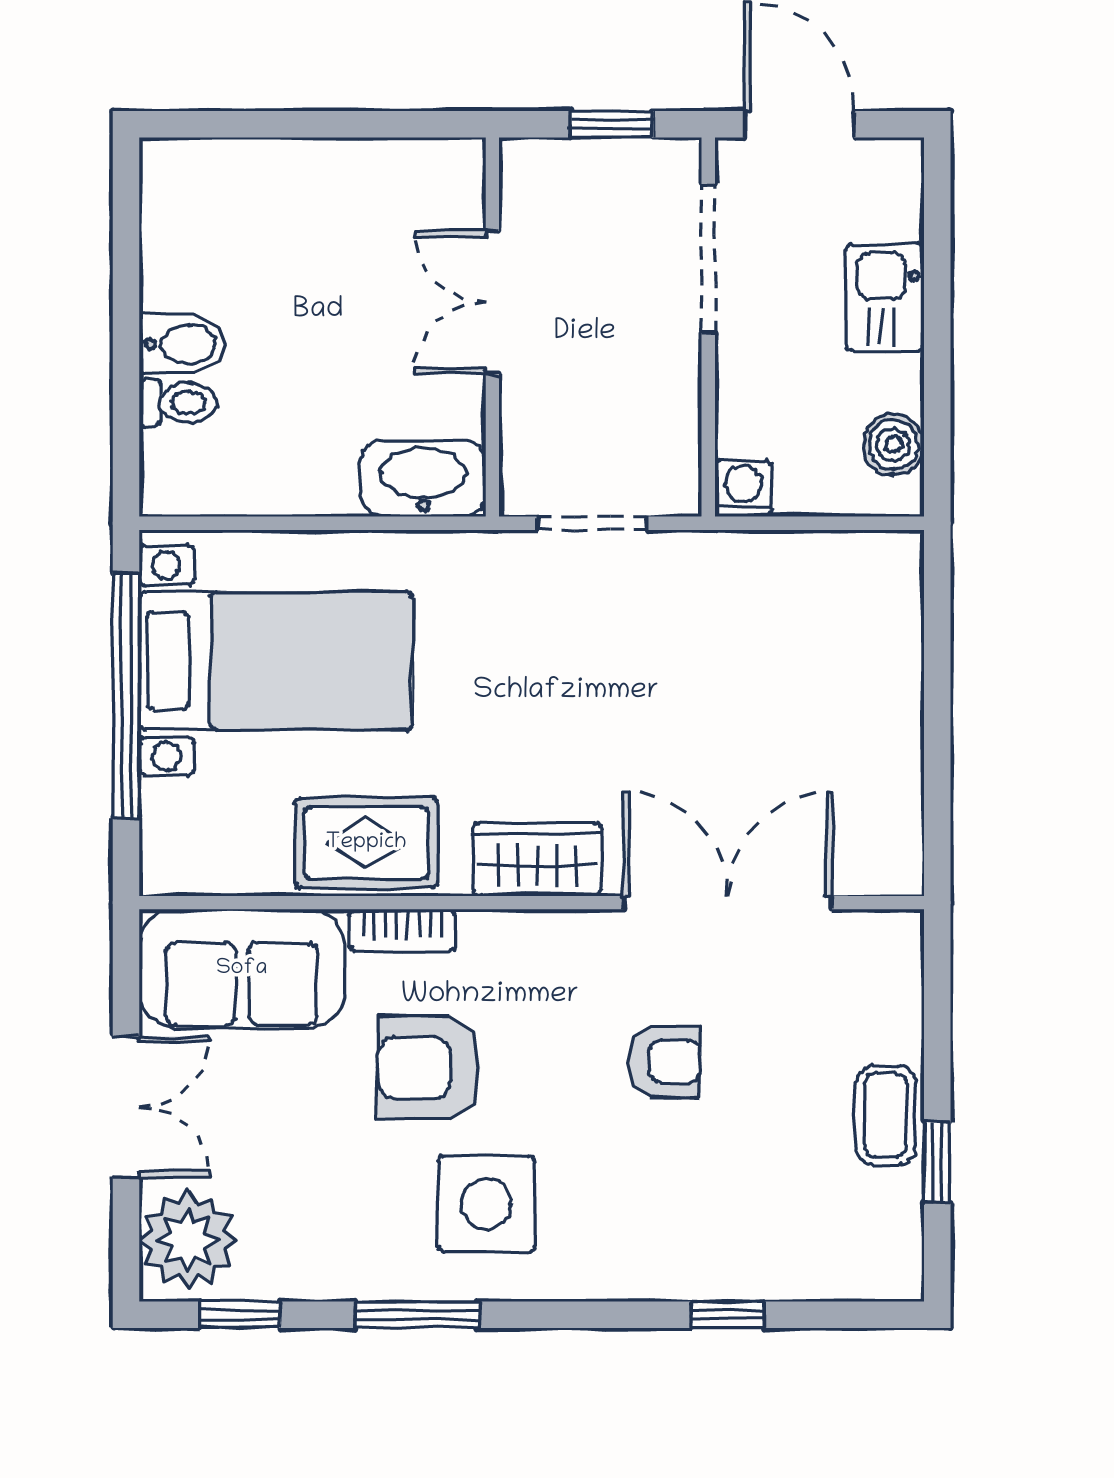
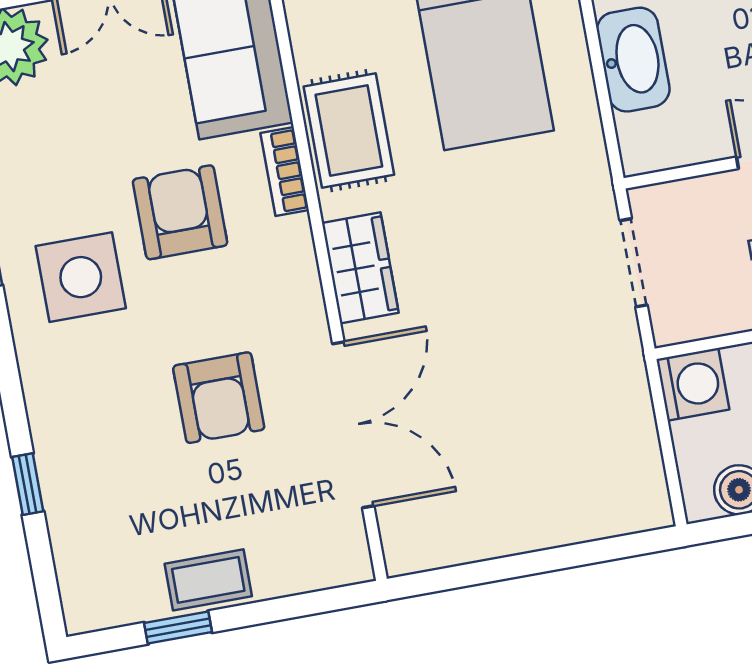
washbasin: (423, 478) -> (633, 60), moved
washing machine: (743, 488) -> (693, 384), width x1.38, depth x1.38
armchair: (665, 1062) -> (219, 398), width x1.38, depth x1.38

